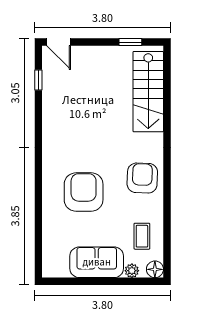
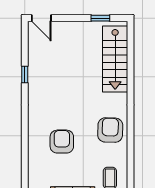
window: (38, 80) -> (25, 75), moved
armchair: (84, 192) -> (62, 142), width x0.73, depth x0.73

